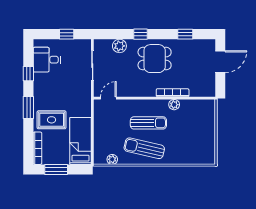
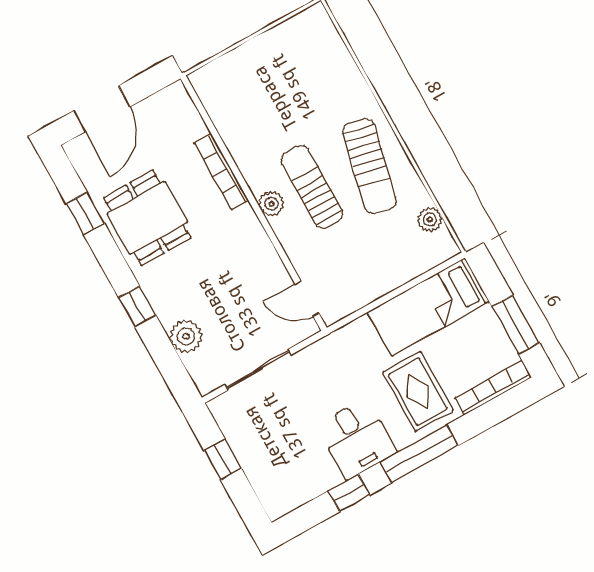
dining table: (155, 59) -> (147, 218), moved
desk: (47, 60) -> (357, 439), moved
door: (220, 62) -> (102, 109), swing flipped
plant: (174, 105) -> (272, 204), moved
window: (28, 107) -> (419, 454), width x1.44

